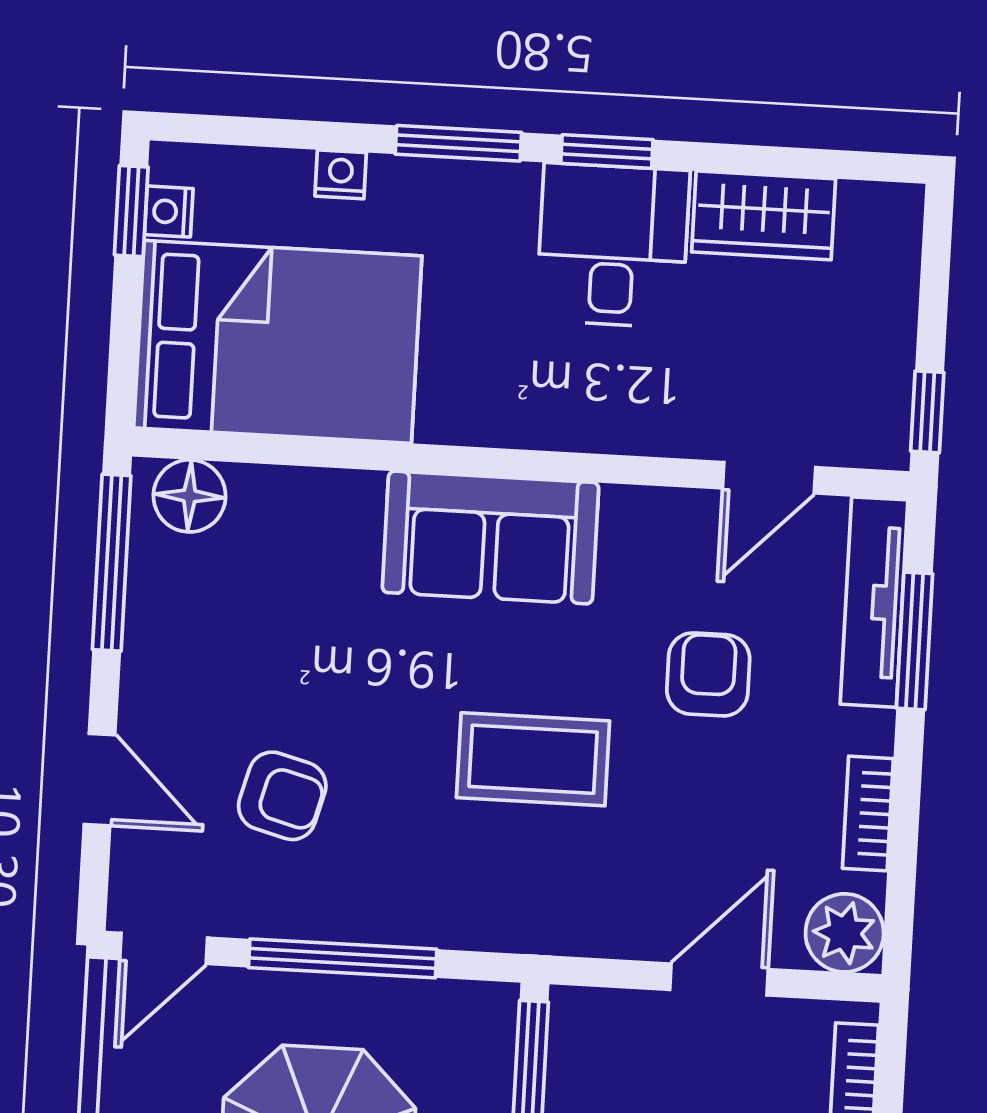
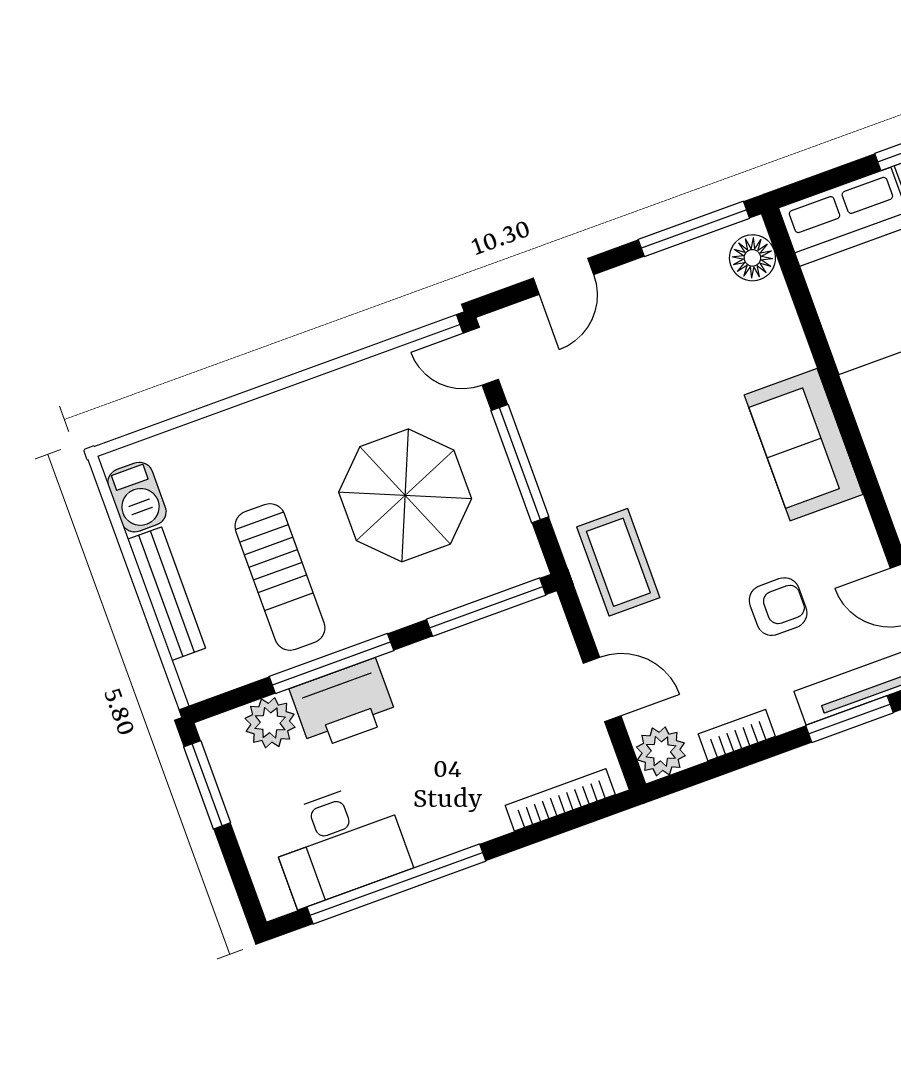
coffee table: (533, 759) -> (618, 562), moved
armchair: (282, 796) -> (600, 387), removed

